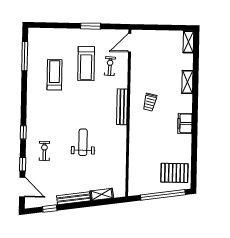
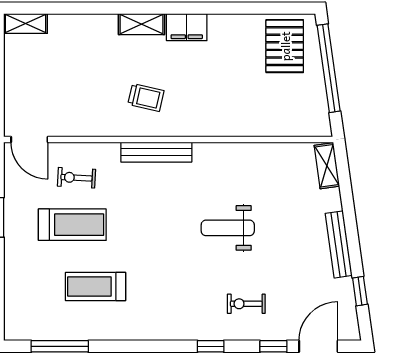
shelving: (187, 82) -> (142, 24), moved
shelving: (102, 194) -> (327, 166), moved

